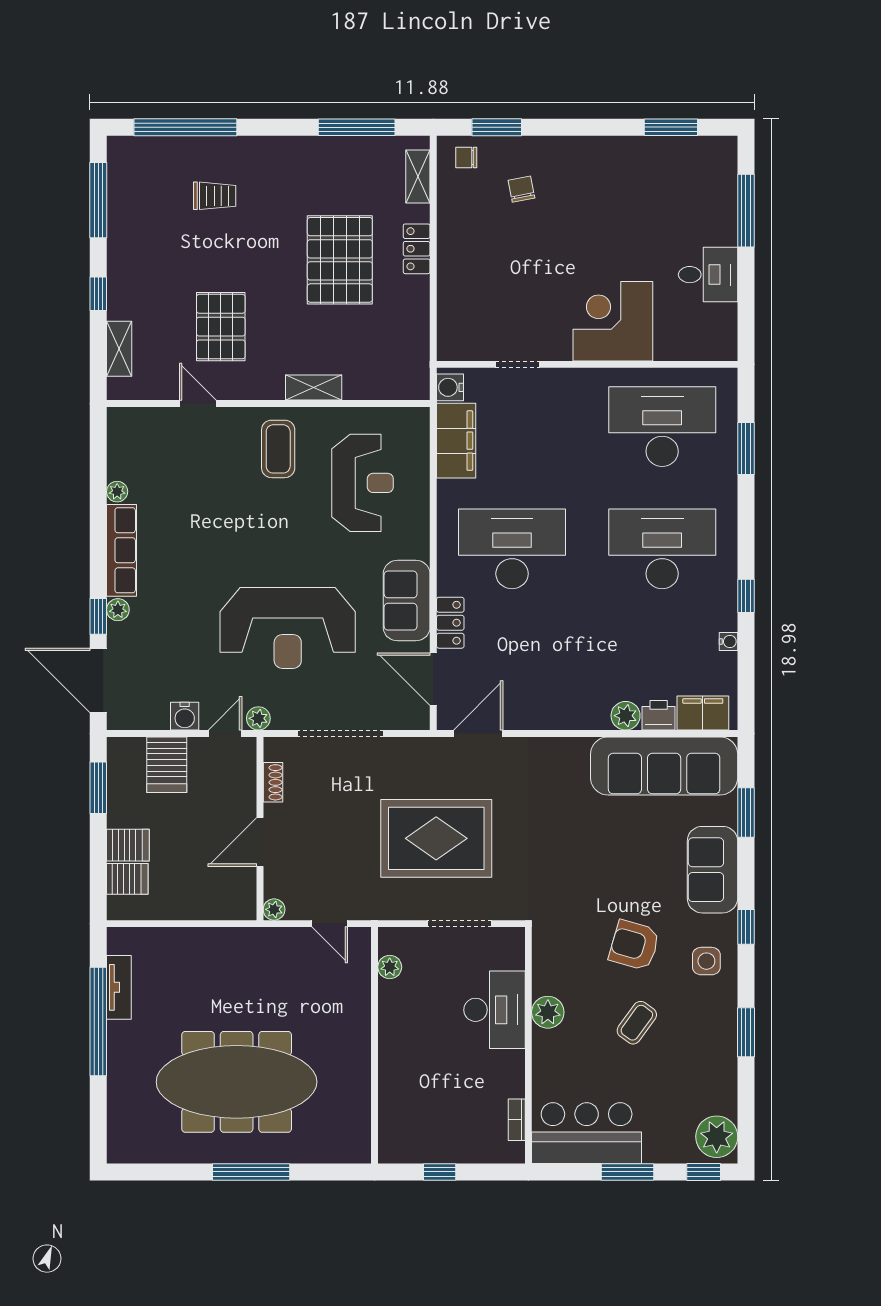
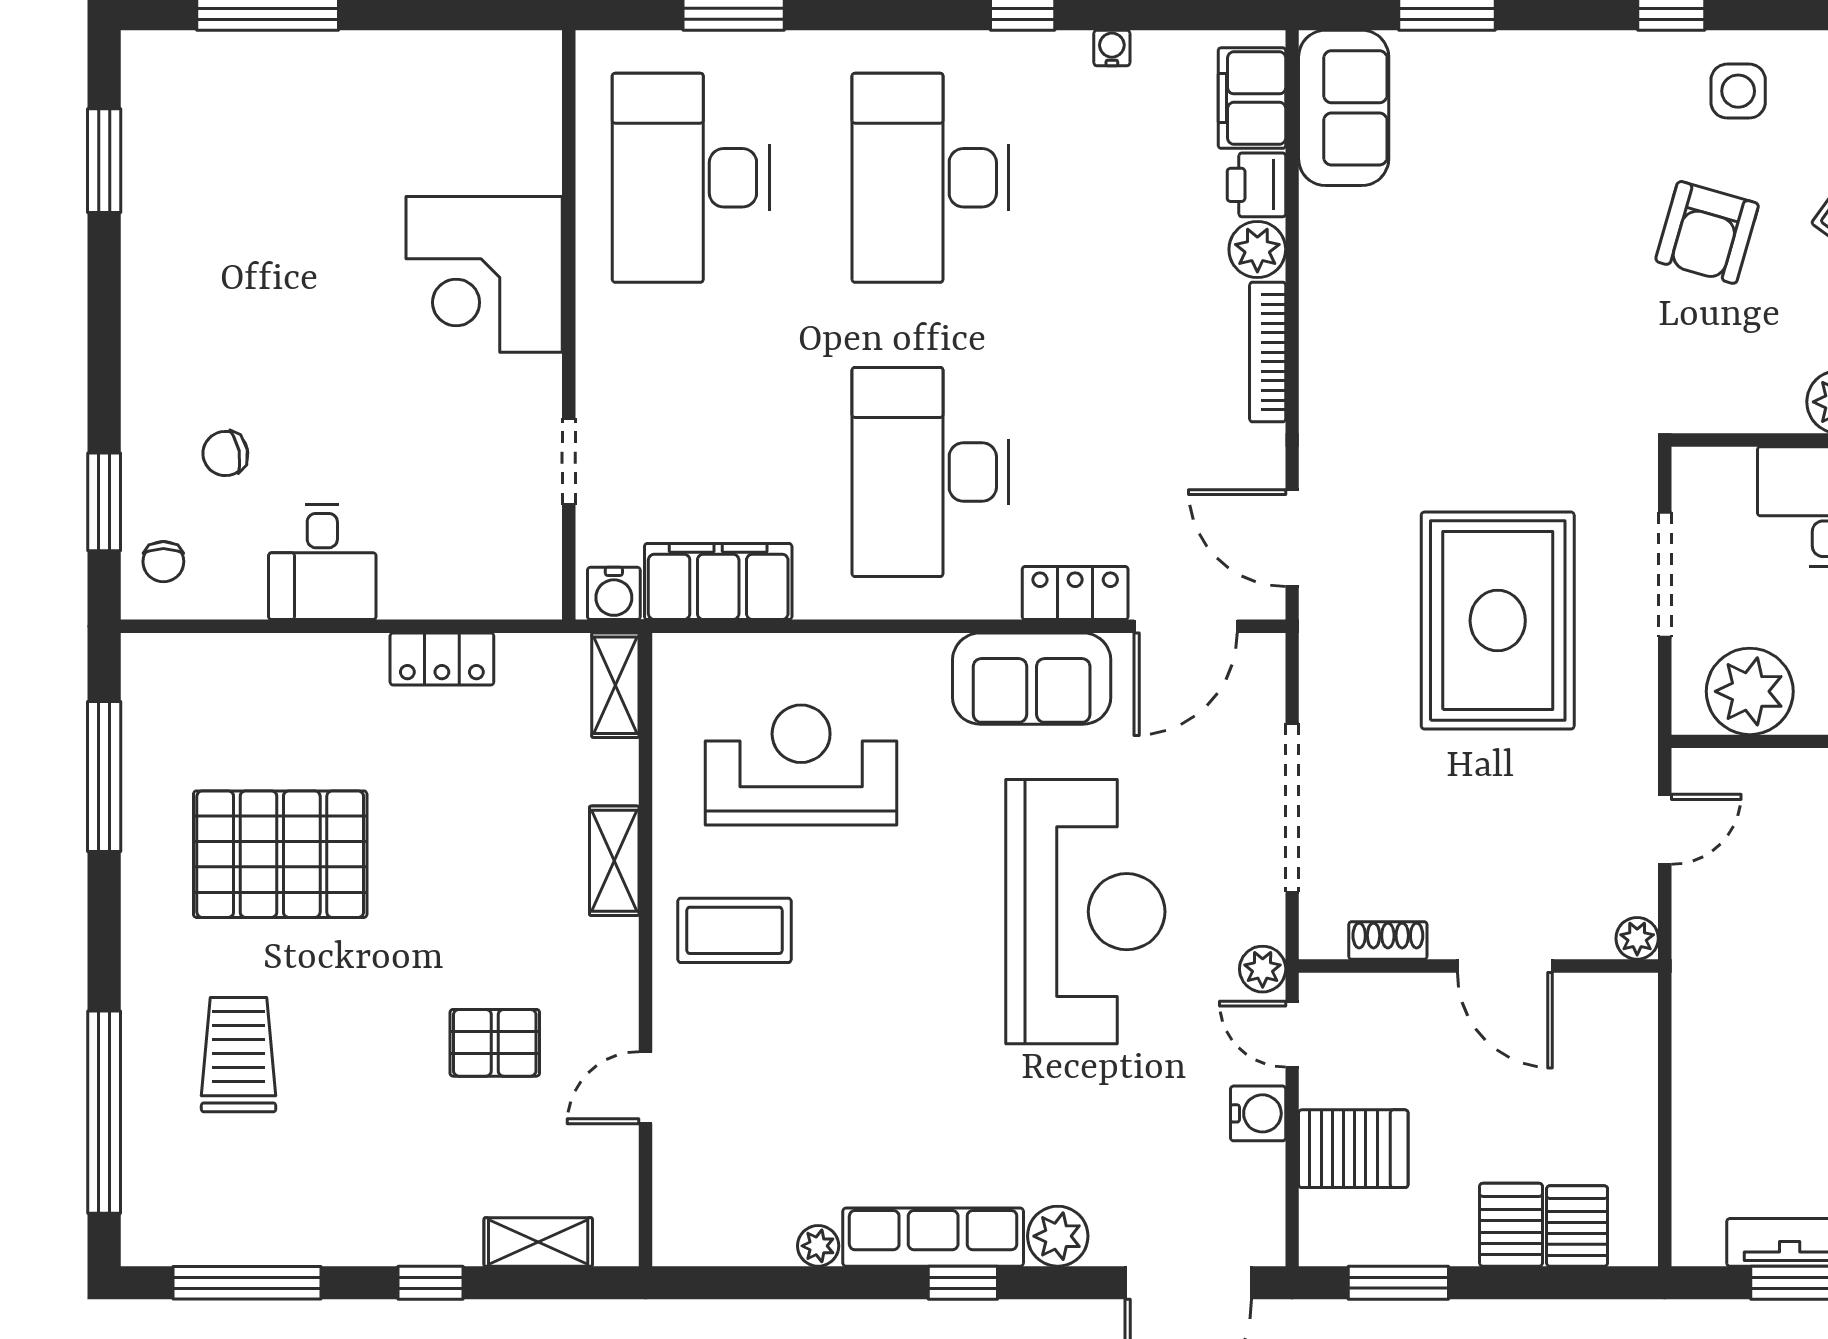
shelving: (418, 176) -> (615, 685), moved, turned 90
trolley: (215, 196) -> (239, 1055), width x1.36, depth x1.39
locker: (417, 249) -> (442, 659), moved
pallet: (340, 260) -> (280, 854), moved
desk: (708, 275) -> (322, 562), moved, turned 180
pallet: (221, 327) -> (495, 1043), width x0.67, depth x0.71
plant: (118, 610) -> (1058, 1236), width x1.38, depth x1.38
window: (98, 616) -> (963, 1283), moved
bookcase: (573, 721) -> (1268, 352), added
sofa: (664, 766) -> (1344, 108), width x0.54, depth x0.79
sofa: (712, 870) -> (1559, 79), removed
plant: (390, 967) -> (1750, 691), width x1.87, depth x1.87

